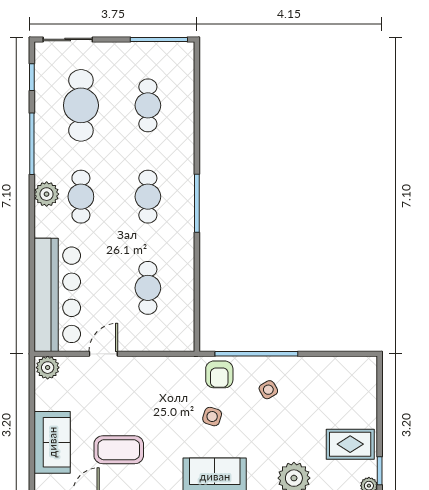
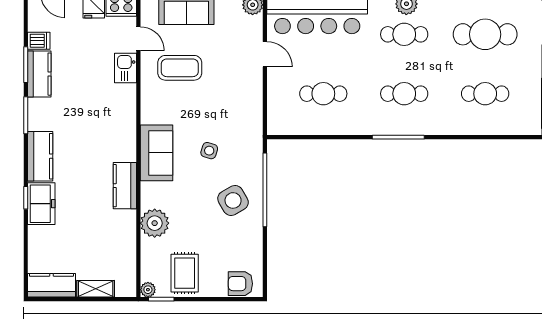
armchair: (219, 374) -> (240, 284), moved
side table: (268, 390) -> (233, 200), width x1.87, depth x1.87
coffee table: (119, 450) -> (180, 68), turned 90

